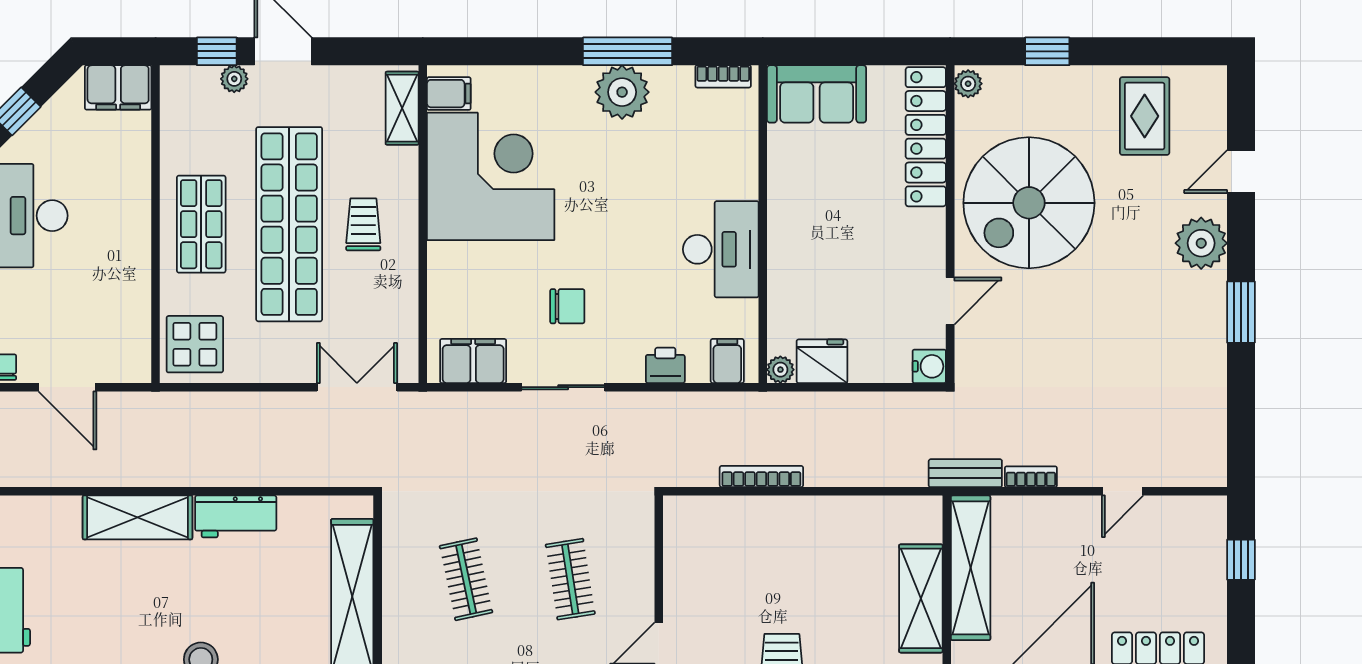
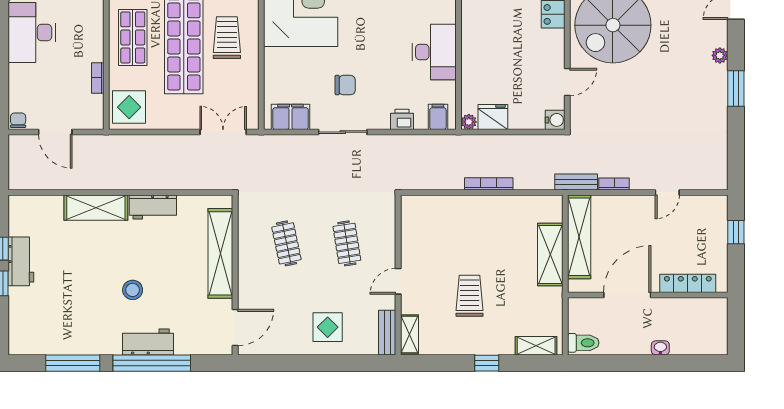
trolley: (363, 224) -> (227, 38), width x1.36, depth x1.39
plant: (1201, 243) -> (720, 55), width x0.53, depth x0.53
bookcase: (141, 294) -> (98, 78), added
bookcase: (761, 476) -> (489, 184), moved

